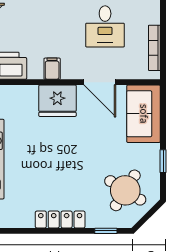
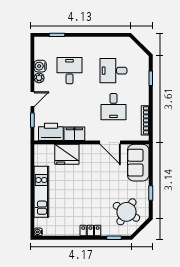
filing cabinet: (52, 69) -> (74, 134), width x2.00
fridge: (57, 101) -> (67, 154), moved
locker: (60, 220) -> (90, 231), width x0.66

